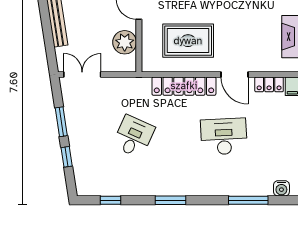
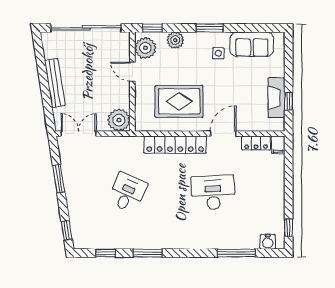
plant: (125, 42) -> (119, 120), moved
door: (234, 74) -> (223, 134), swing flipped
window: (67, 157) -> (67, 230), moved
window: (170, 200) -> (147, 253), moved

